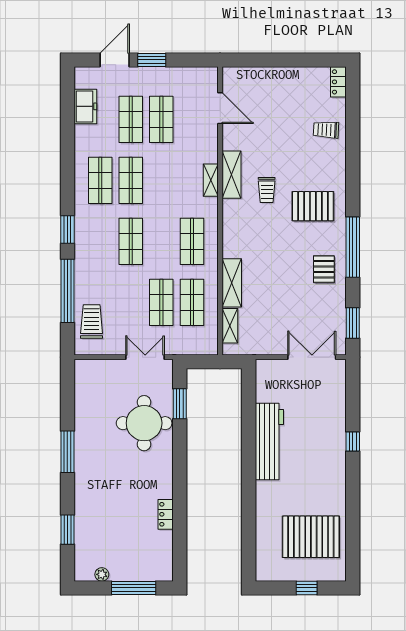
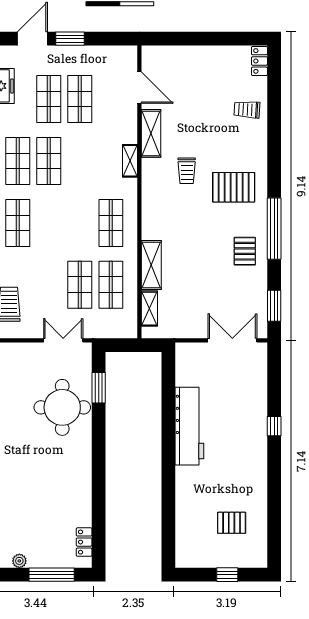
shelving: (232, 175) -> (151, 133), moved
shop shelf: (131, 241) -> (18, 223), moved
locker: (166, 514) -> (84, 542), moved
pallet: (311, 537) -> (232, 523), width x0.49, depth x0.50

